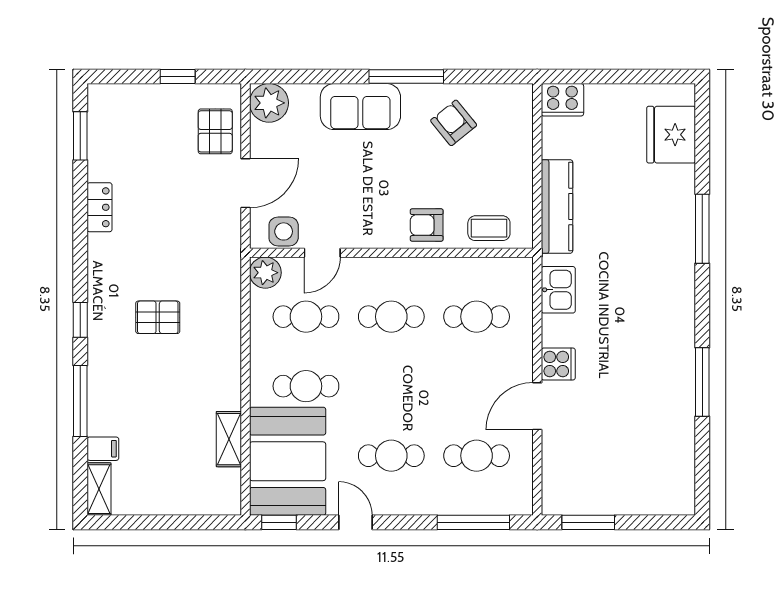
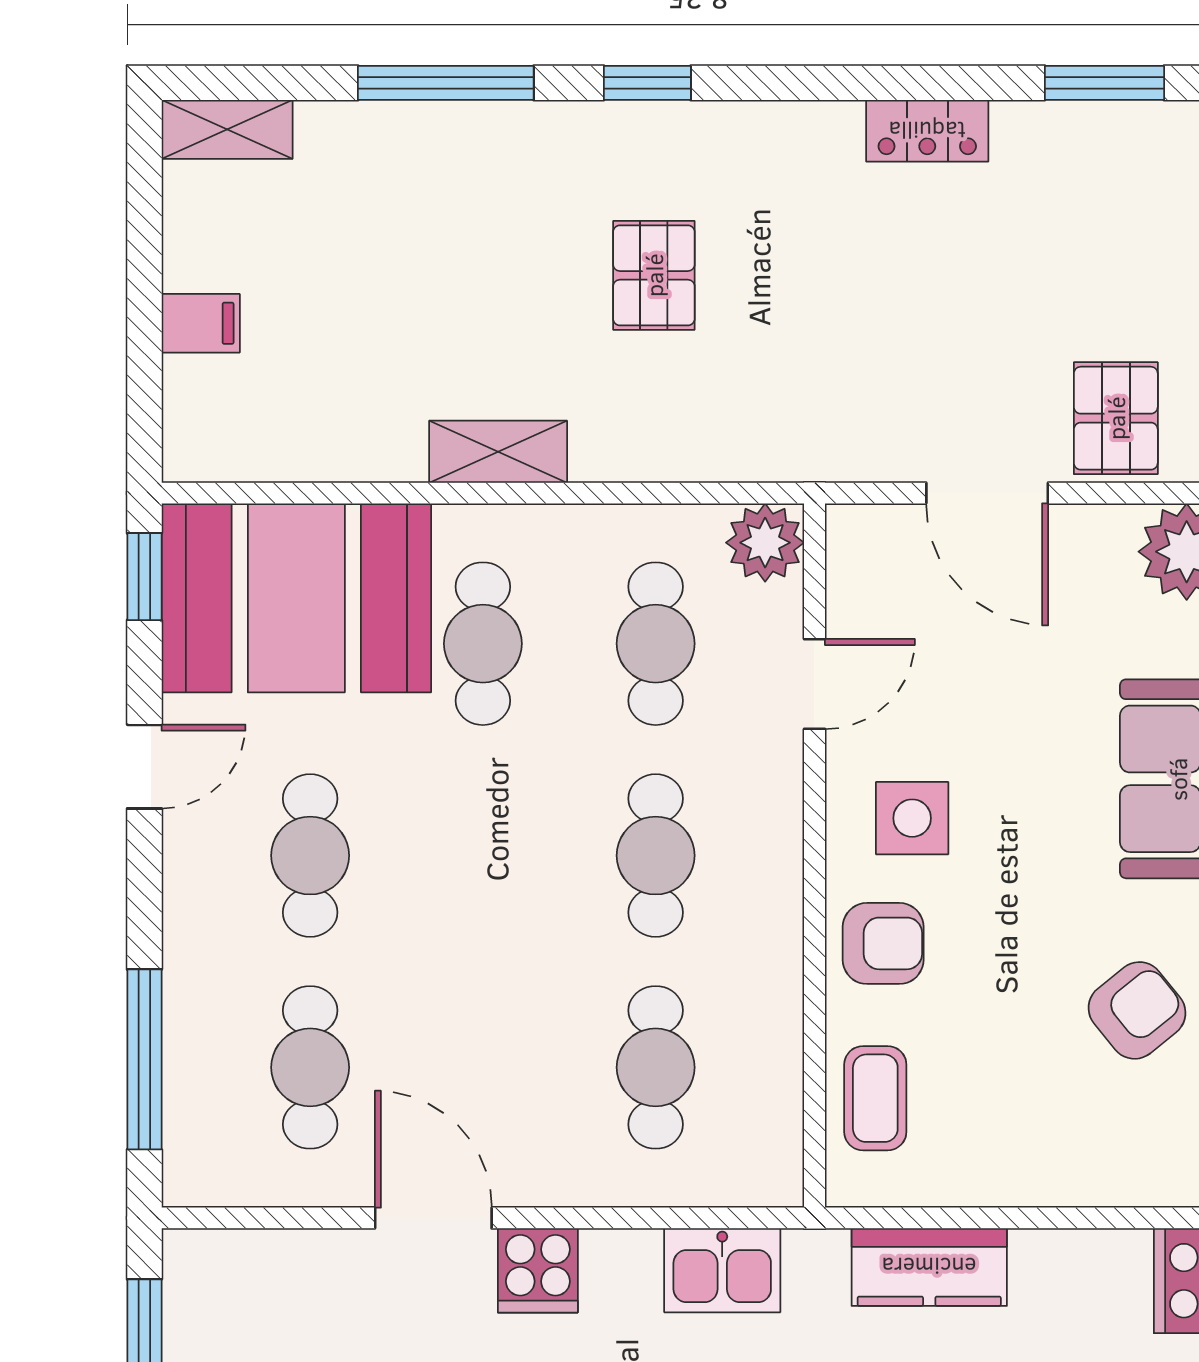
pallet: (215, 131) -> (1116, 418), turned 90
kitchen counter: (557, 206) -> (929, 1267), width x0.67
armchair: (427, 225) -> (883, 943), turned 90
side table: (284, 231) -> (912, 818), moved
door: (322, 253) -> (814, 684), swing flipped
shelving: (229, 439) -> (498, 452), moved
filing cabinet: (103, 449) -> (201, 323), moved, turned -90

